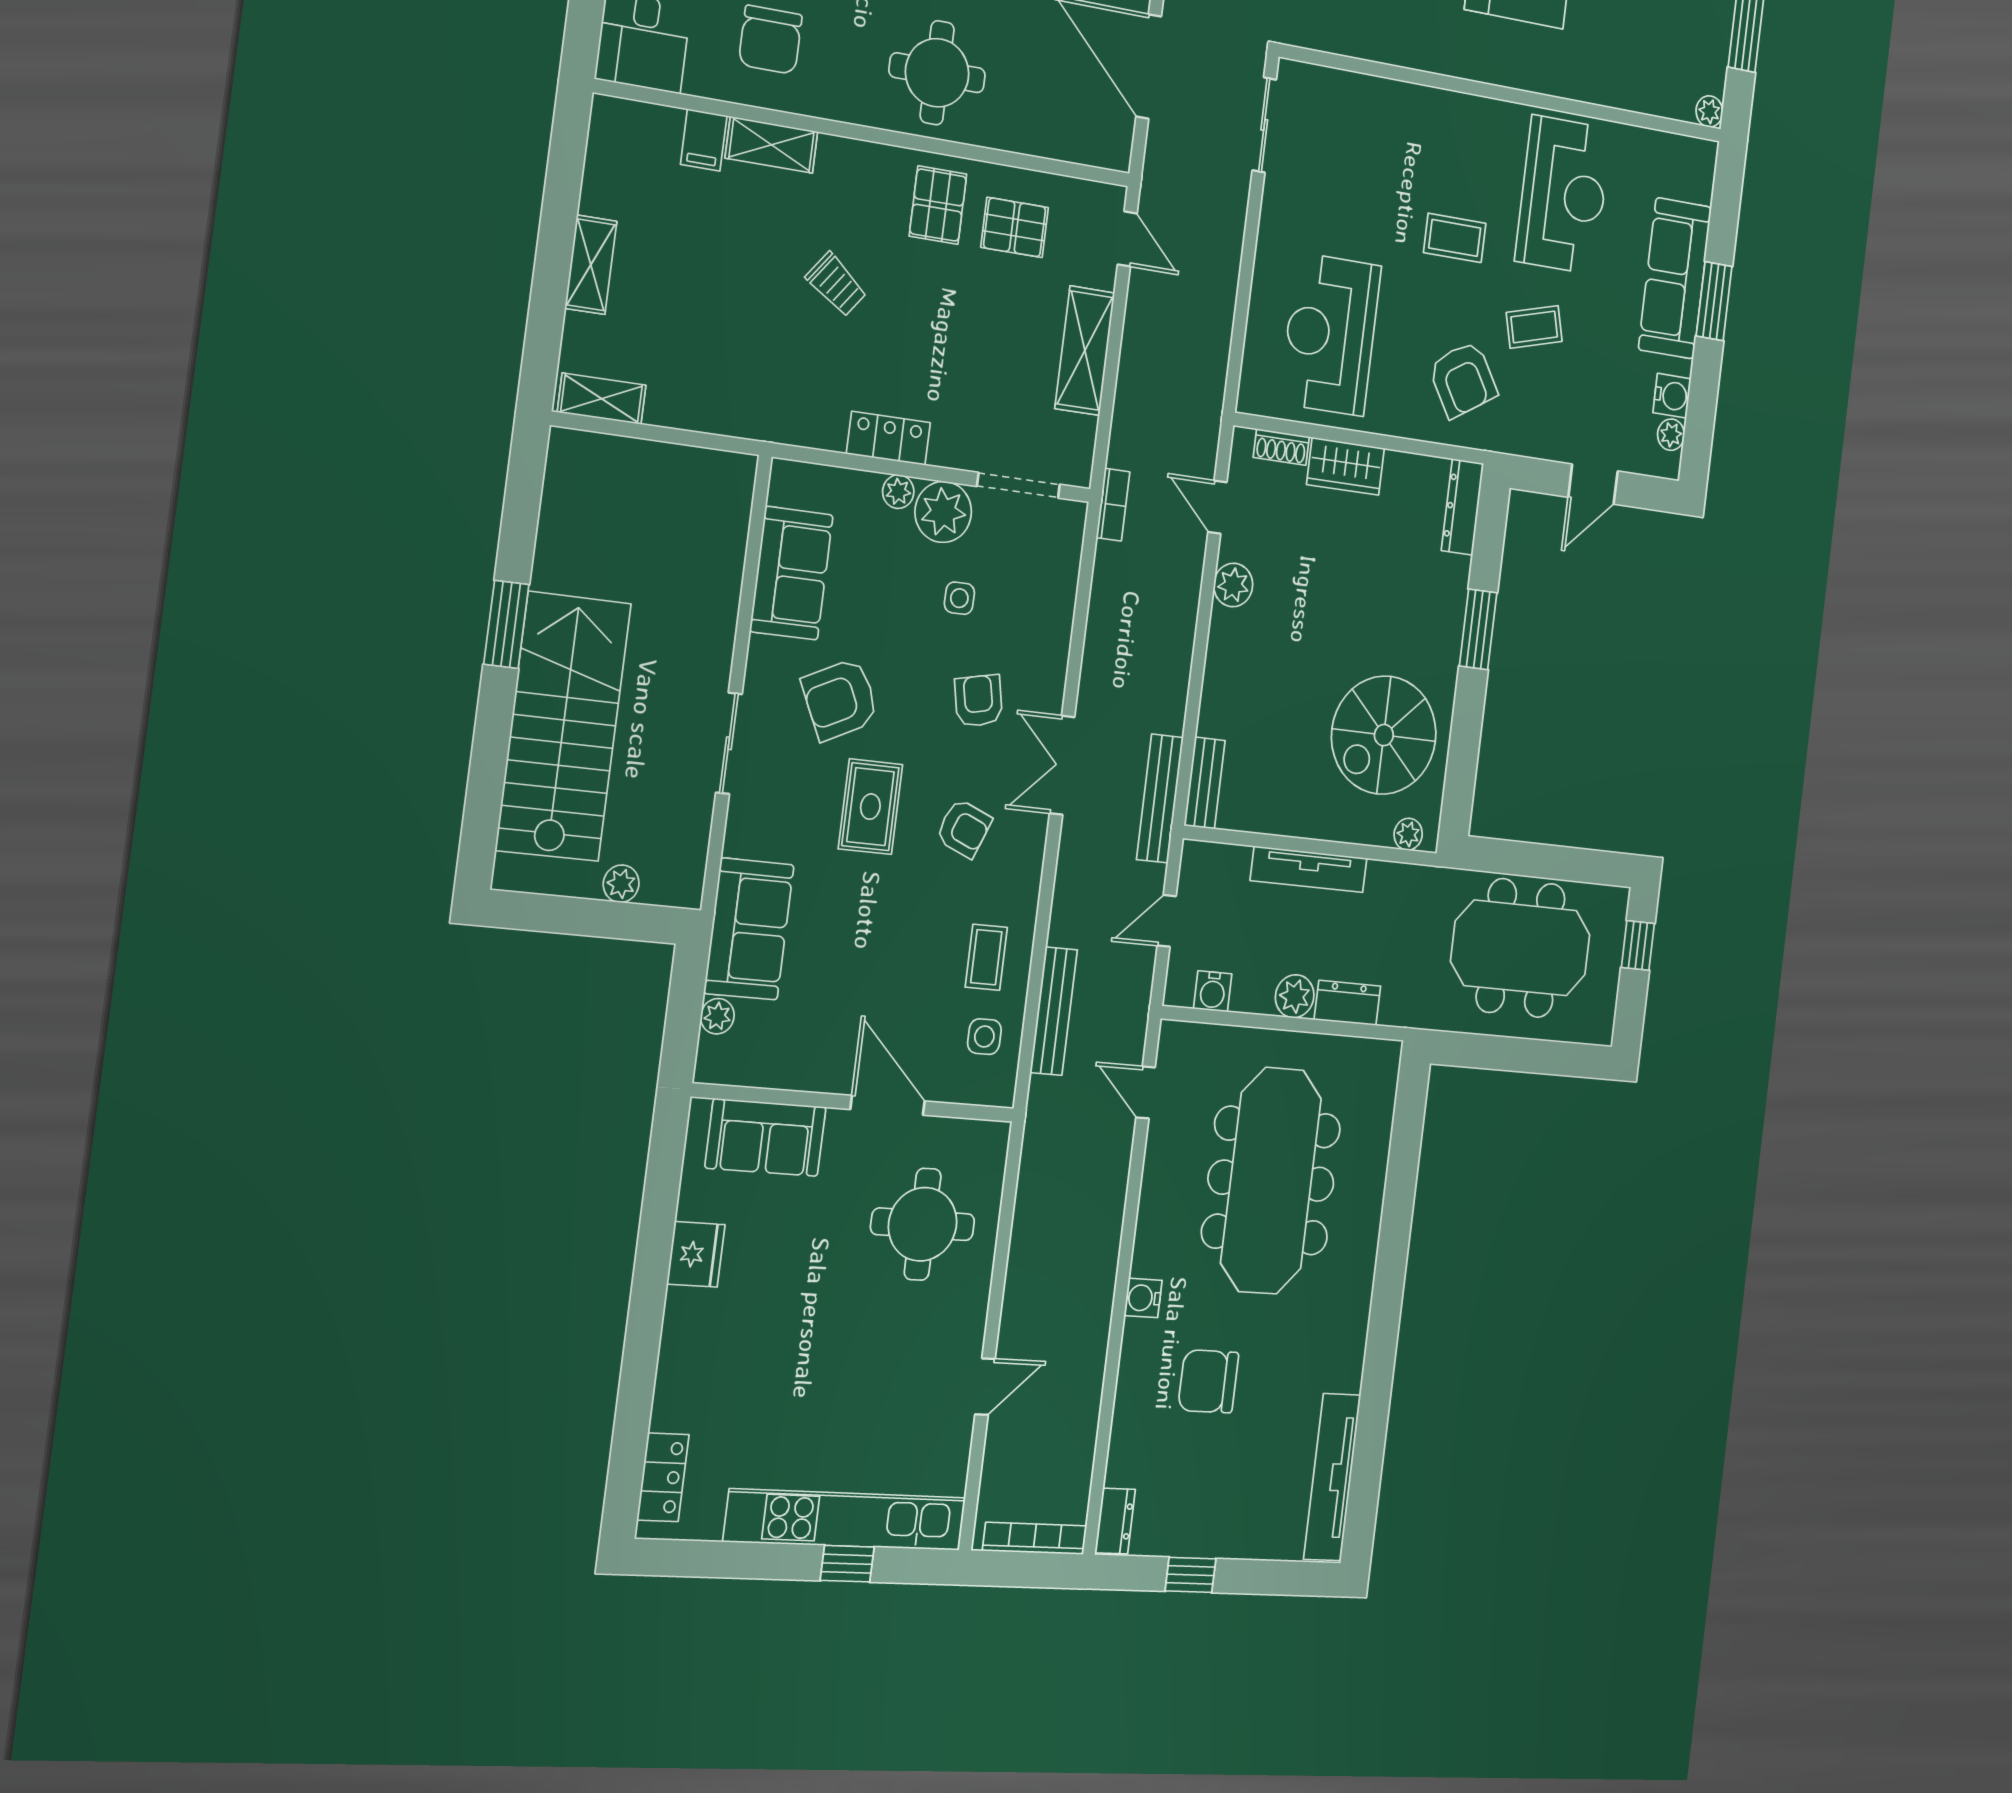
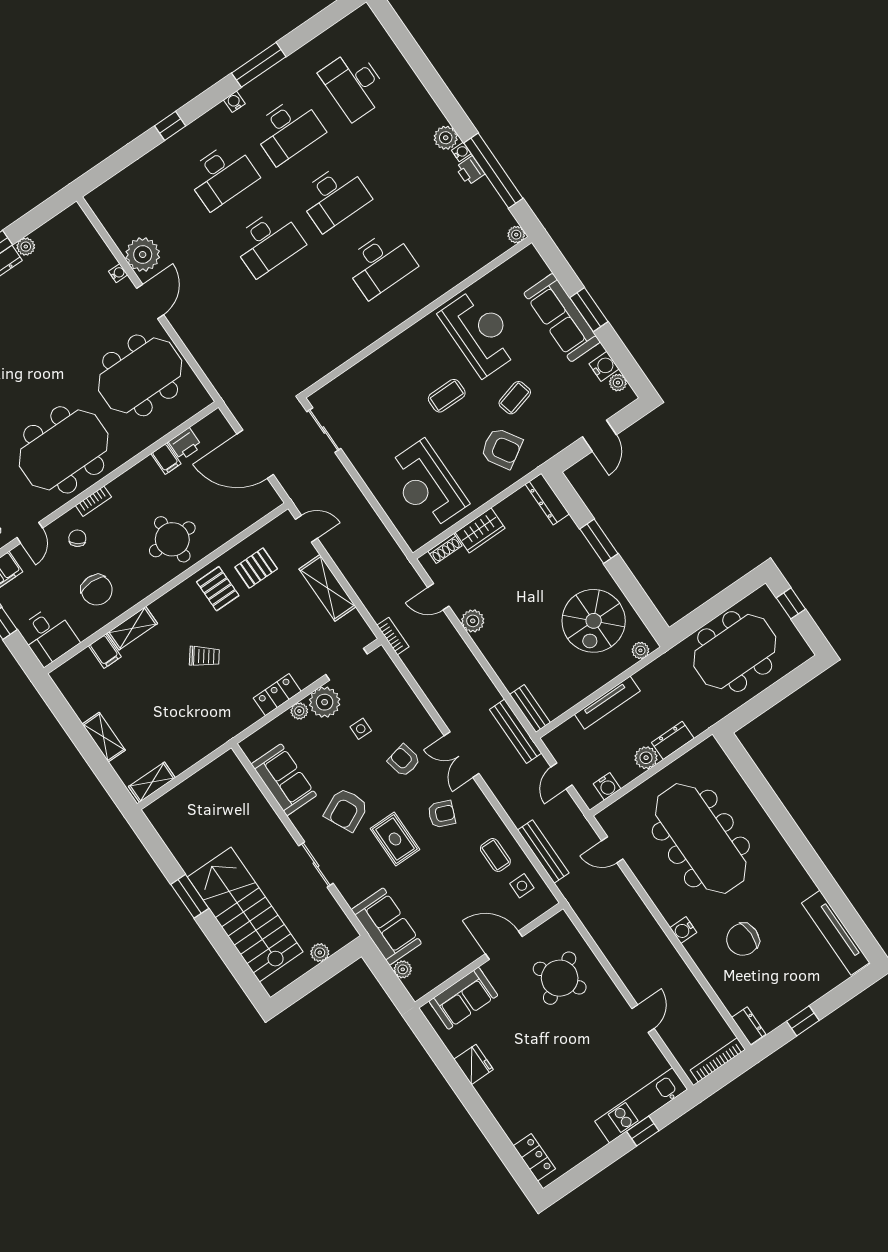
round table: (923, 1224) -> (560, 978), turned -30
kitchen unit: (845, 1520) -> (641, 1105), width x0.73

